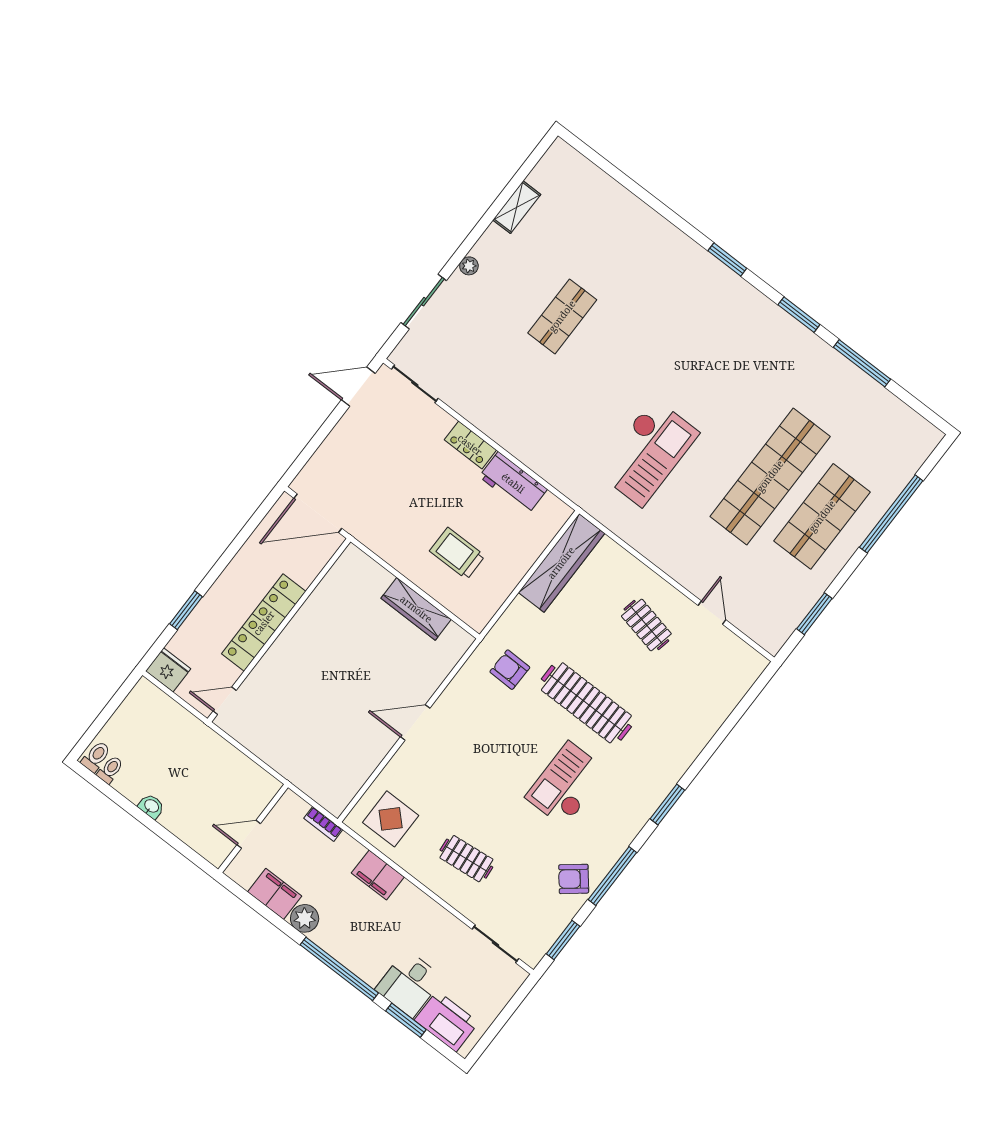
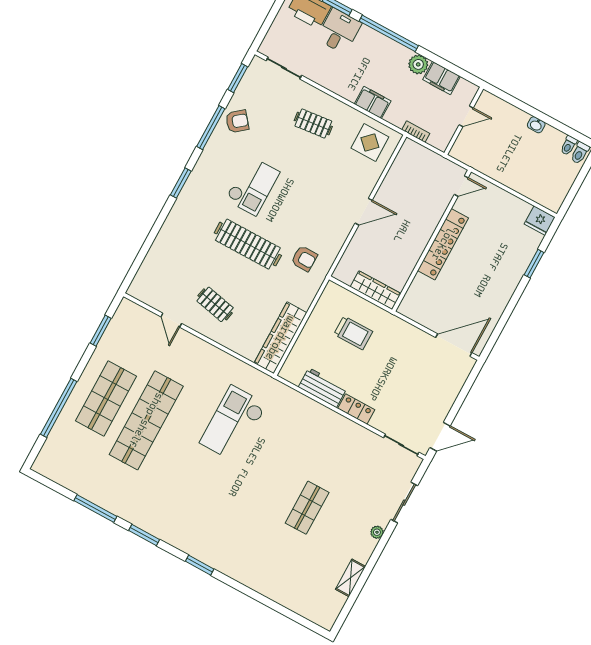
locker: (264, 623) -> (443, 244), moved
wall: (279, 630) -> (432, 241), moved
door: (225, 701) -> (461, 186), moved

